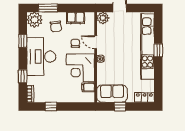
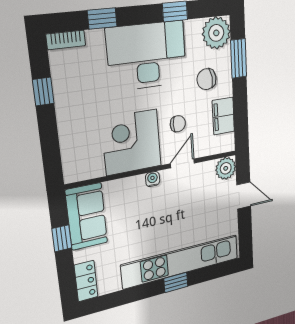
filing cabinet: (88, 87) -> (94, 166), removed

